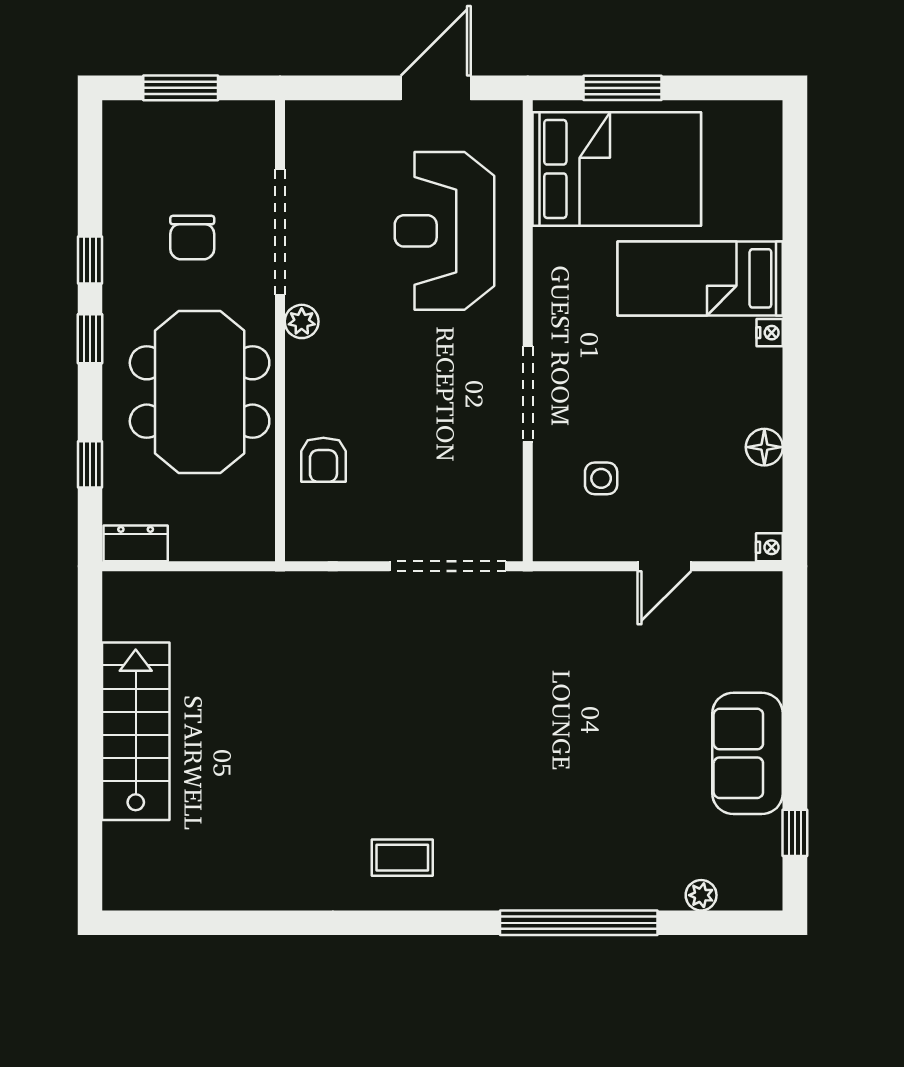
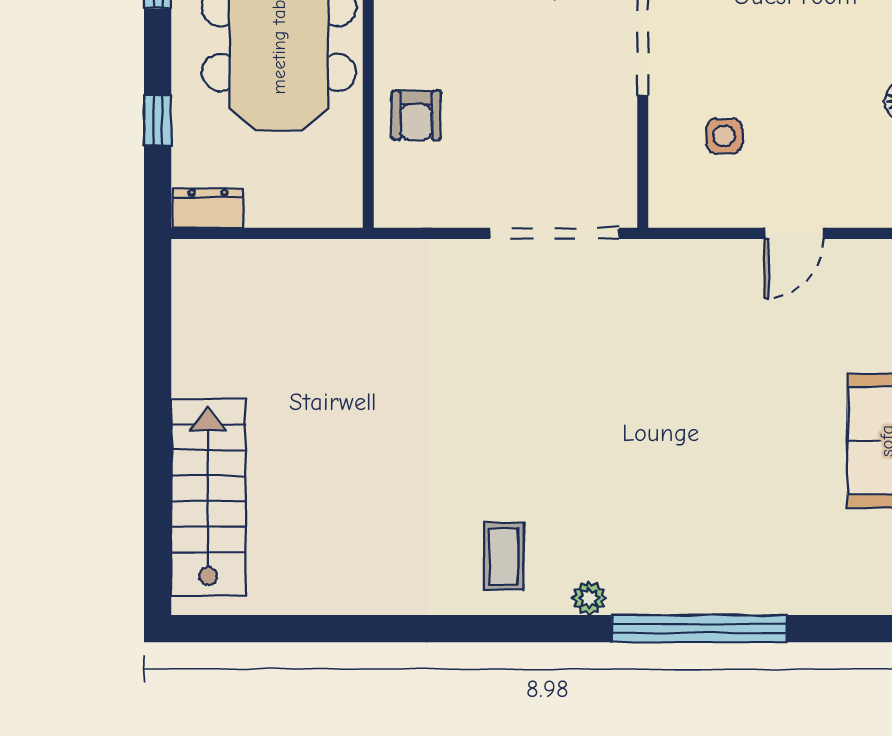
stairs: (136, 731) -> (208, 497), moved
coffee table: (402, 858) -> (504, 556), turned 90
plant: (701, 895) -> (589, 598), moved

